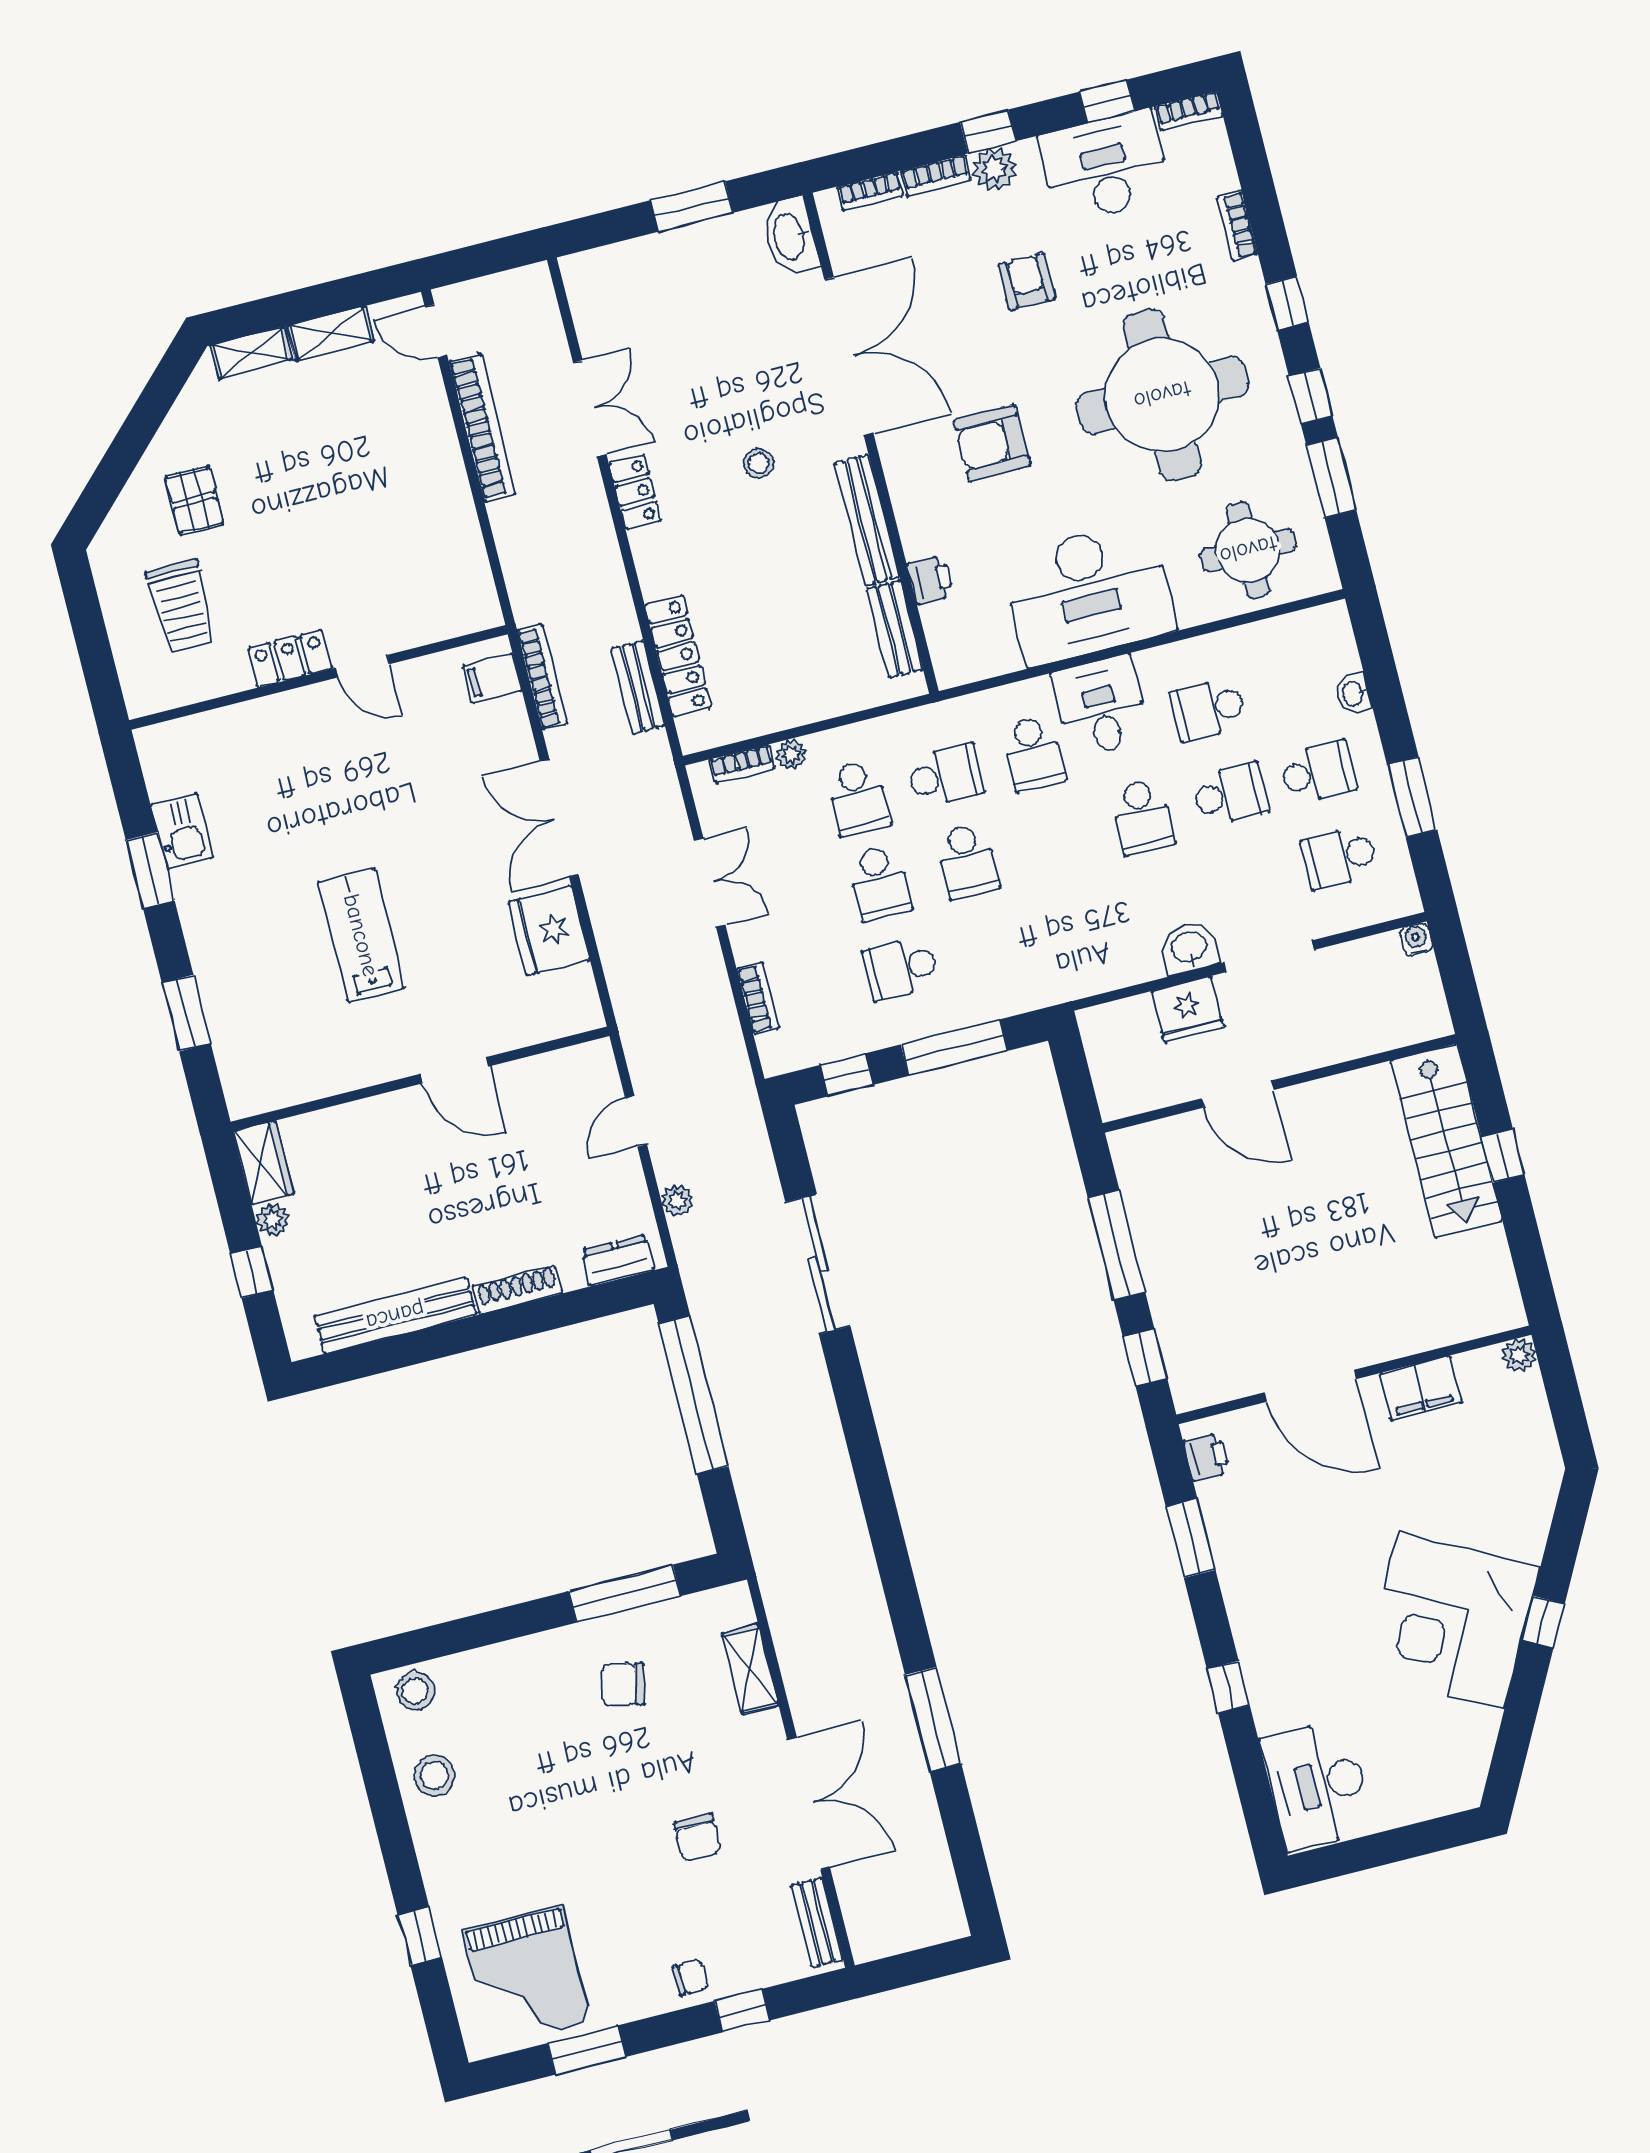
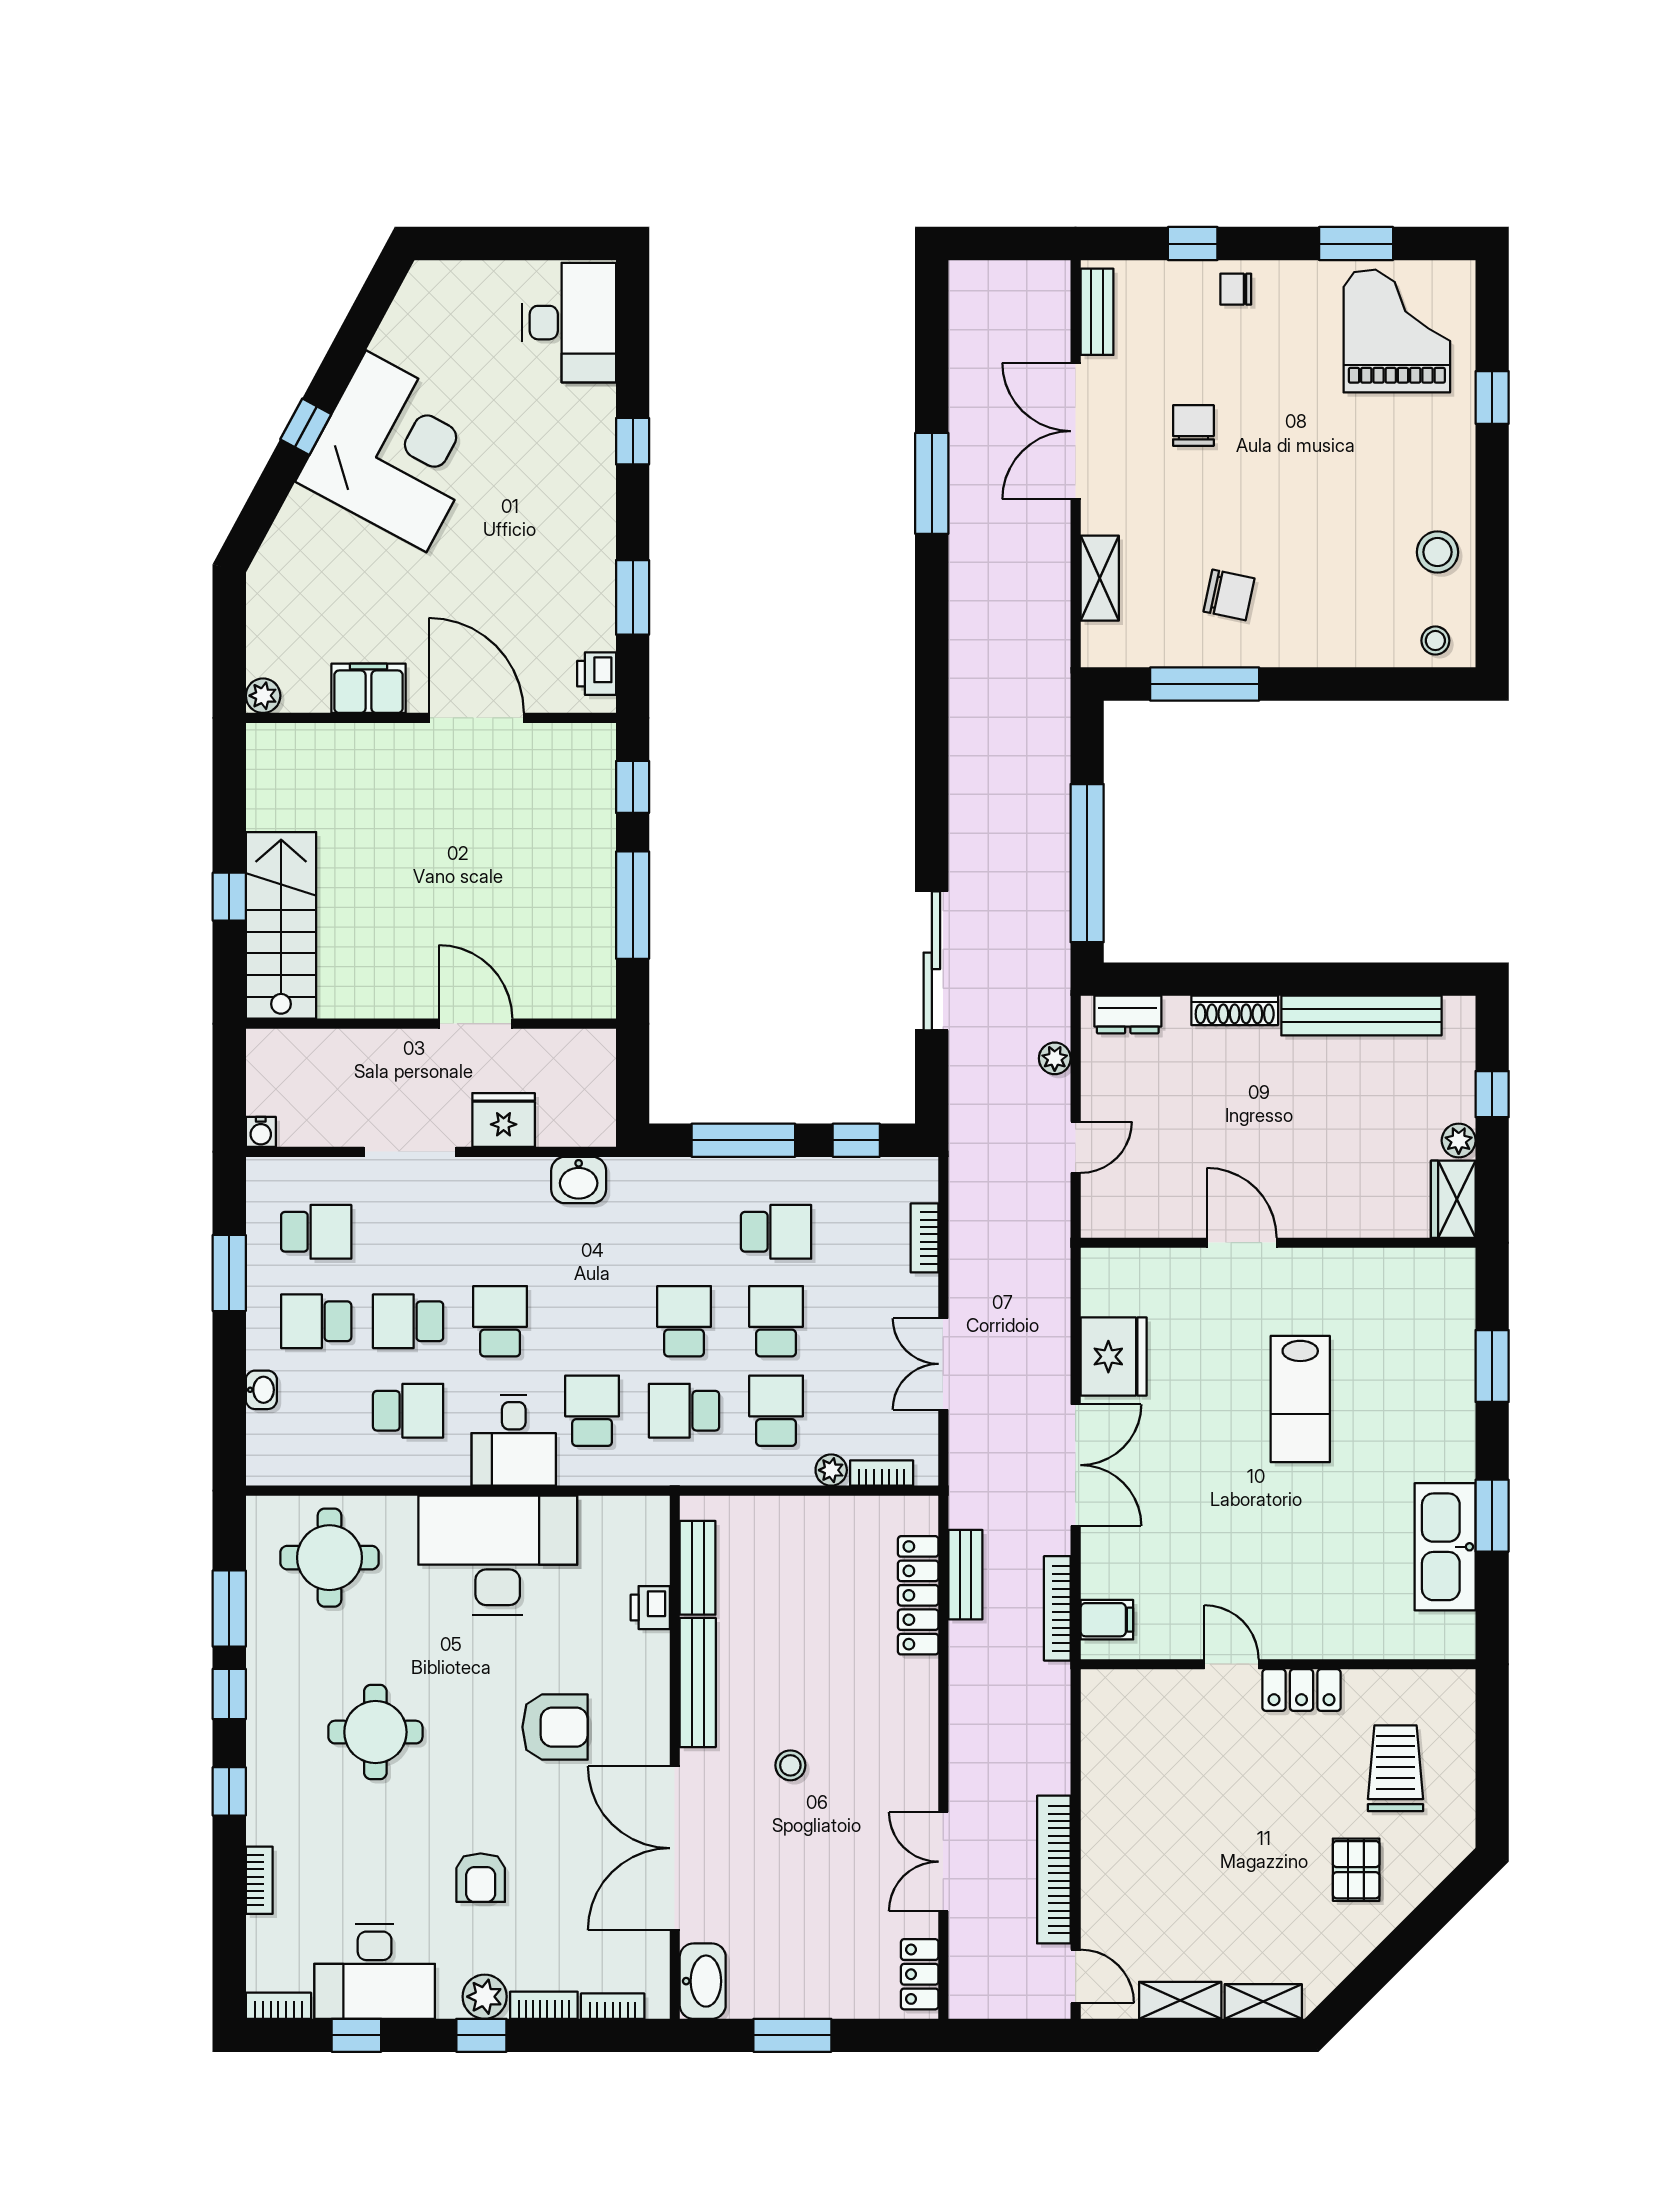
round table: (1162, 395) -> (375, 1732), width x0.54, depth x0.54
locker: (635, 492) -> (920, 1974), moved
kitchen sink: (182, 831) -> (1445, 1547), width x1.87, depth x1.24
washbasin: (1189, 948) -> (579, 1180), moved
stool: (415, 1691) -> (1435, 641), width x0.73, depth x0.73

